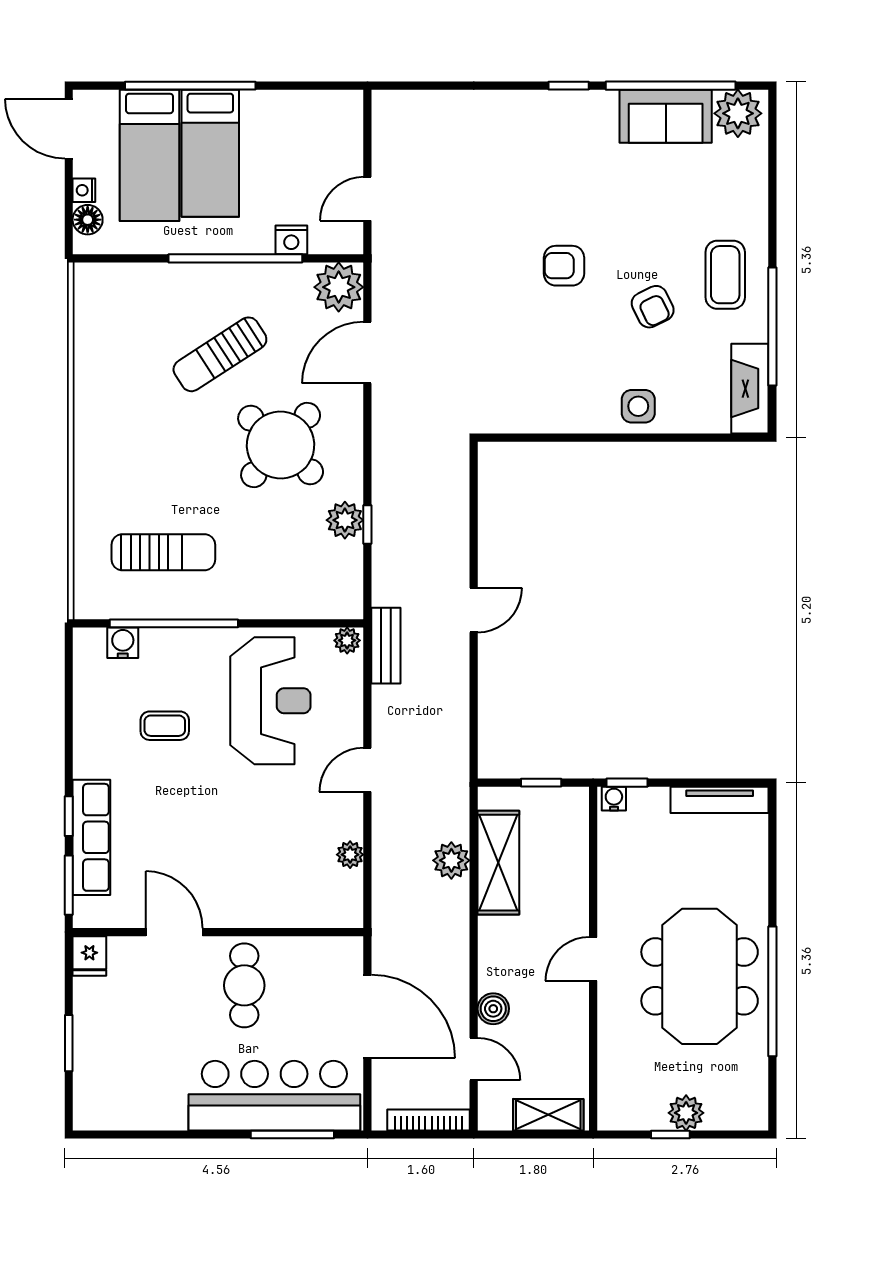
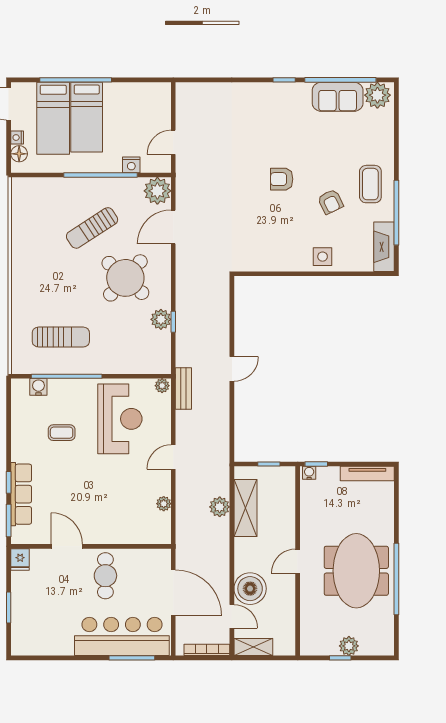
boiler: (493, 1009) -> (250, 589), width x1.86, depth x1.86
shelving: (548, 1115) -> (253, 647), moved

